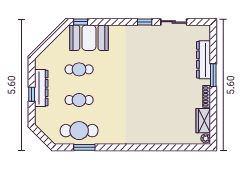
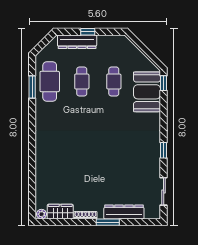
sliding door: (174, 22) -> (164, 191), moved
dresser: (41, 88) -> (77, 42), moved

